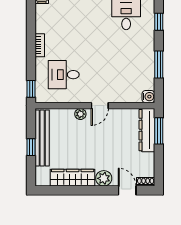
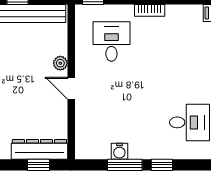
window: (159, 22) -> (162, 165), moved
water cooler: (148, 97) -> (119, 151), moved
window: (159, 131) -> (38, 165), width x0.67

